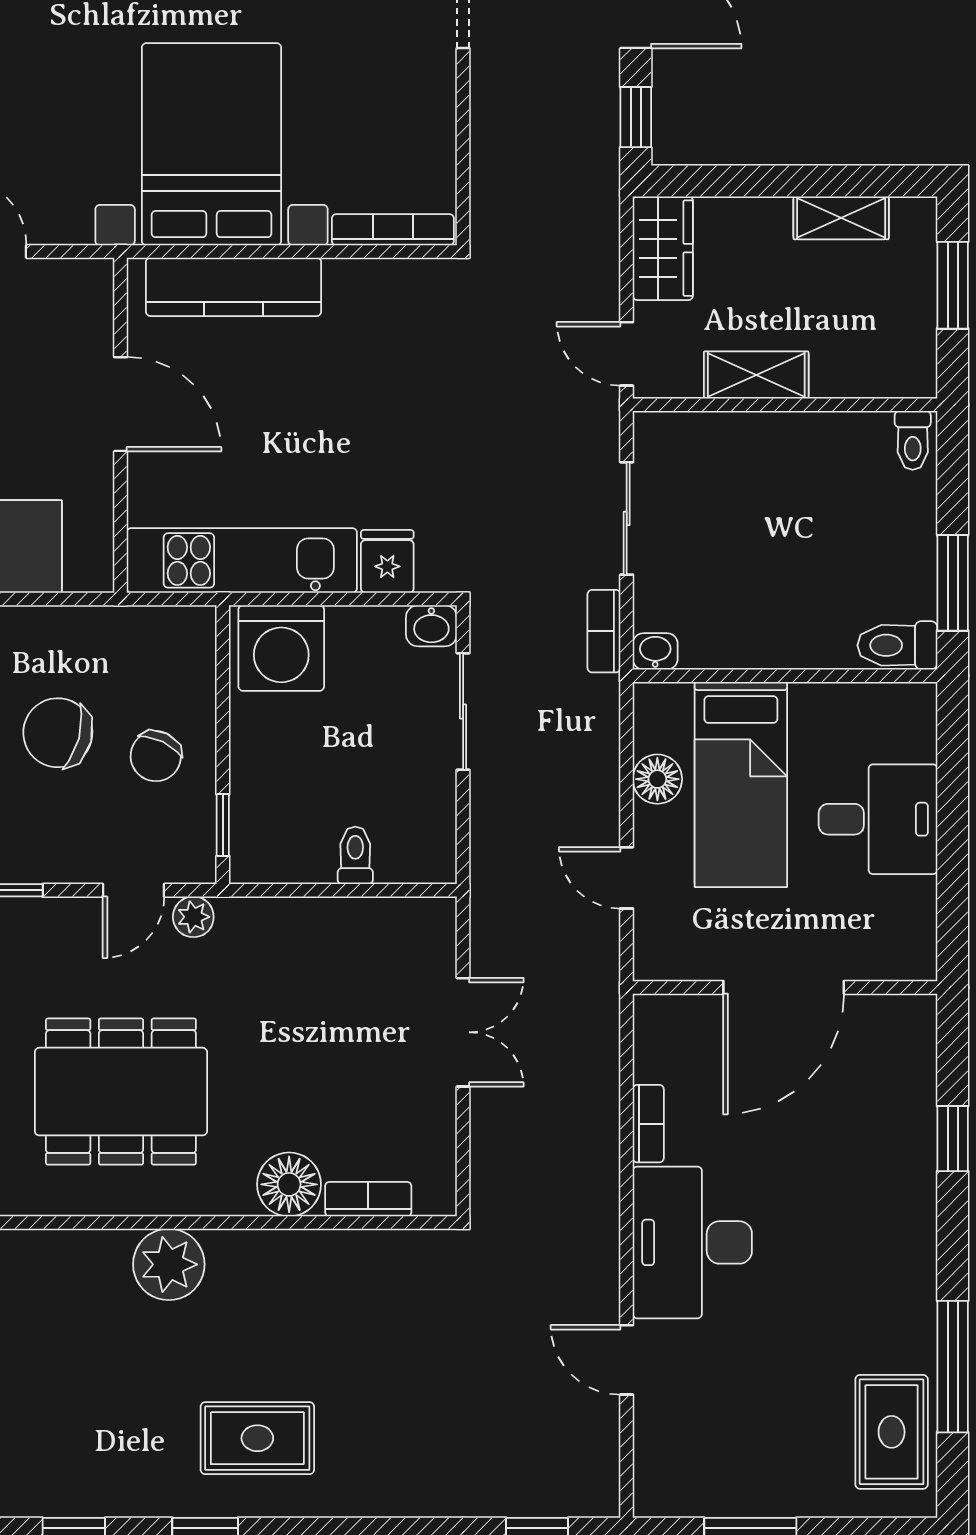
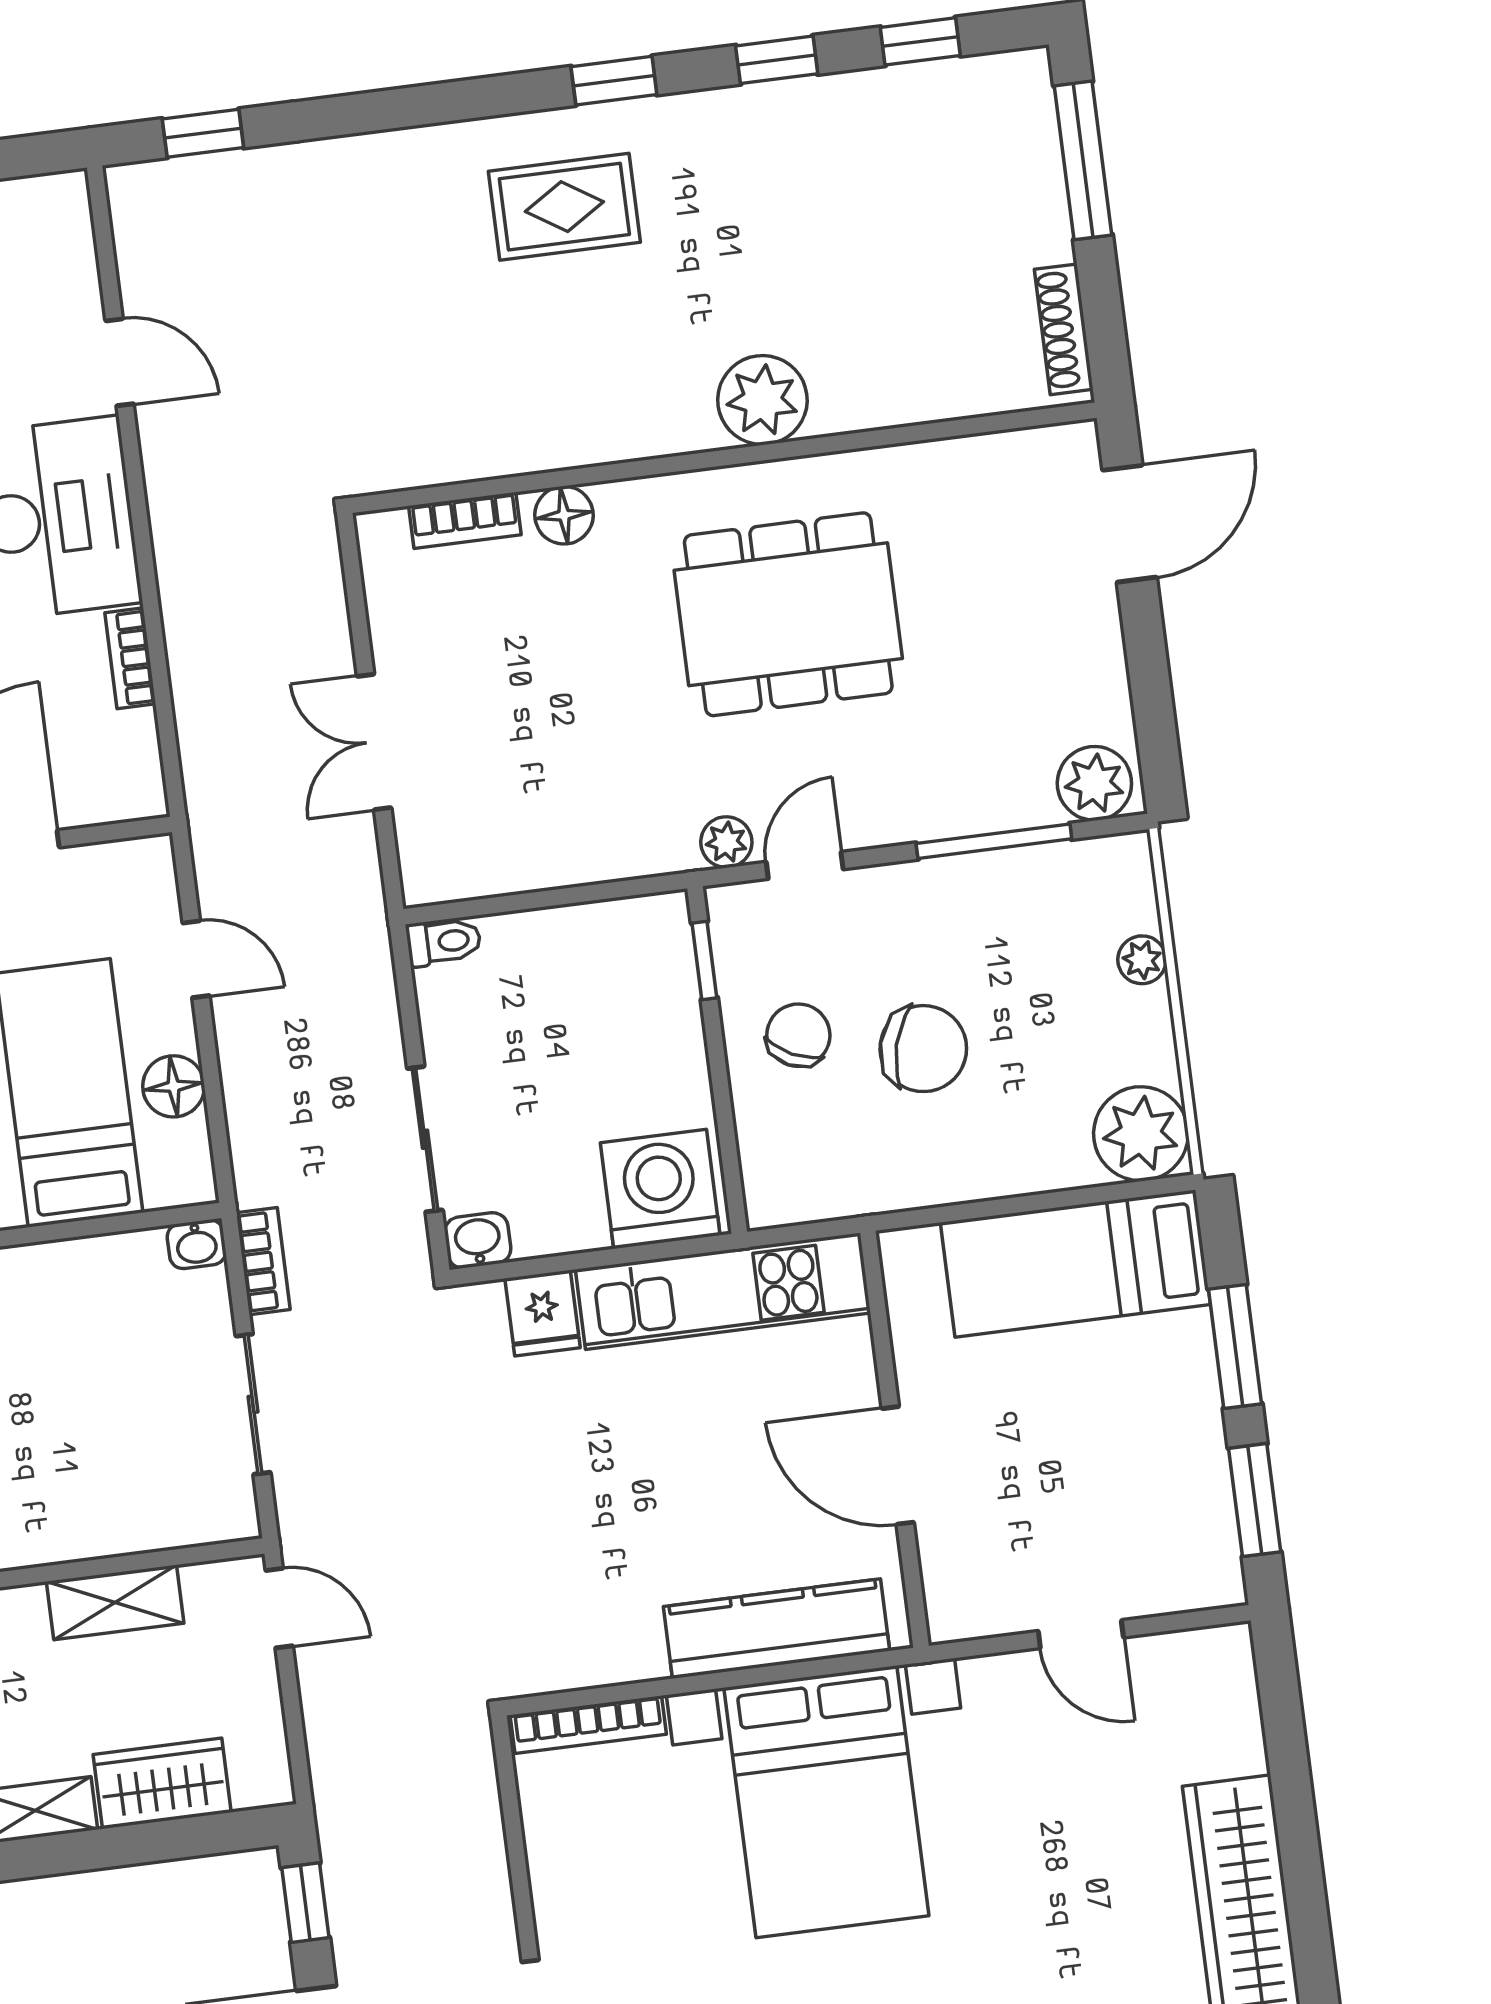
wardrobe: (663, 248) -> (162, 1783), moved, turned 90
toilet: (355, 855) -> (444, 942), moved, turned -90
floor lamp: (289, 1184) -> (564, 515), width x0.73, depth x0.73
plant: (169, 1264) -> (762, 400), moved

